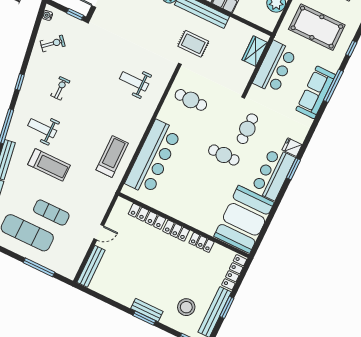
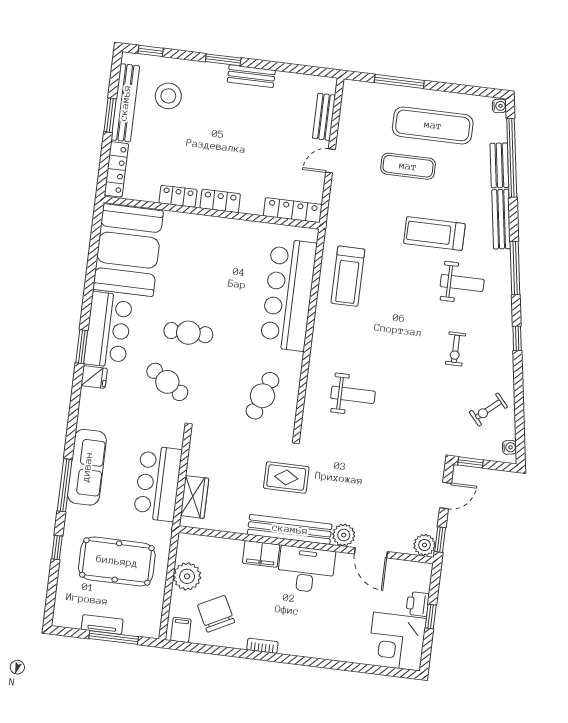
cafe table: (191, 100) -> (262, 396), turned -70
cafe table: (247, 129) -> (167, 382), turned -56
locker: (147, 216) -> (293, 210), moved
bench: (91, 266) -> (324, 117), width x0.73
bench: (147, 310) -> (251, 76), moved

